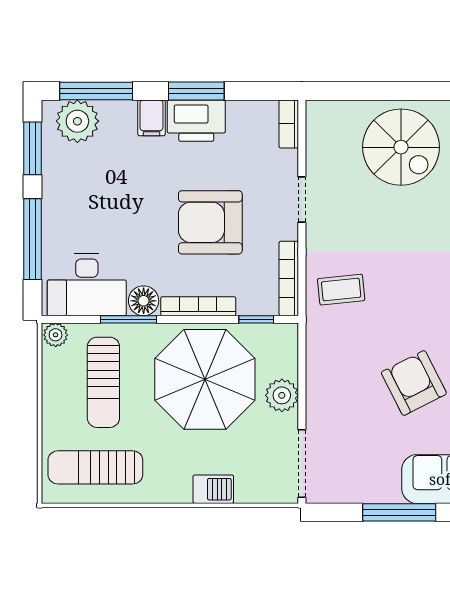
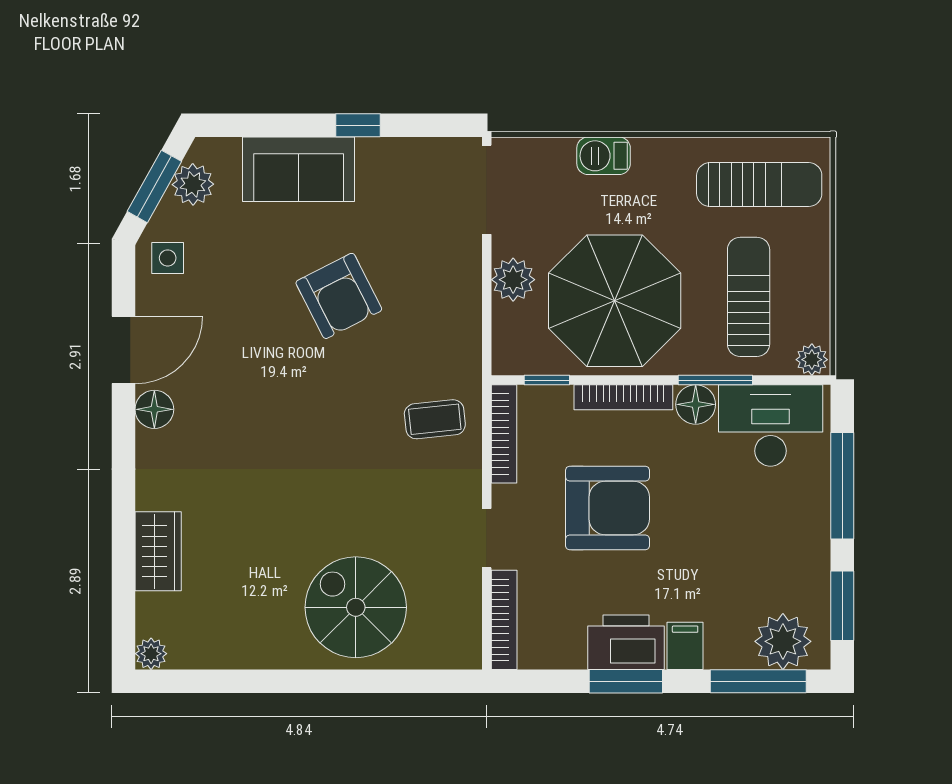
bookcase: (289, 124) -> (504, 620), width x1.56
window: (399, 512) -> (358, 125), width x0.46

